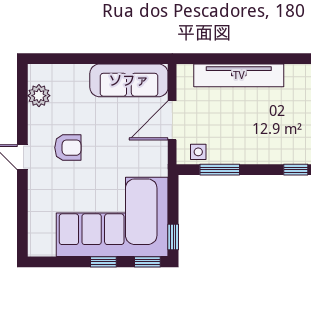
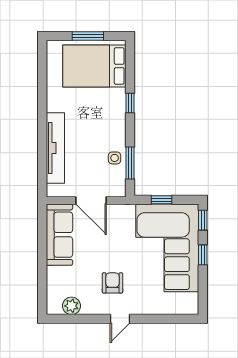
side table: (198, 152) -> (115, 158), moved
window: (173, 237) -> (162, 200), moved

